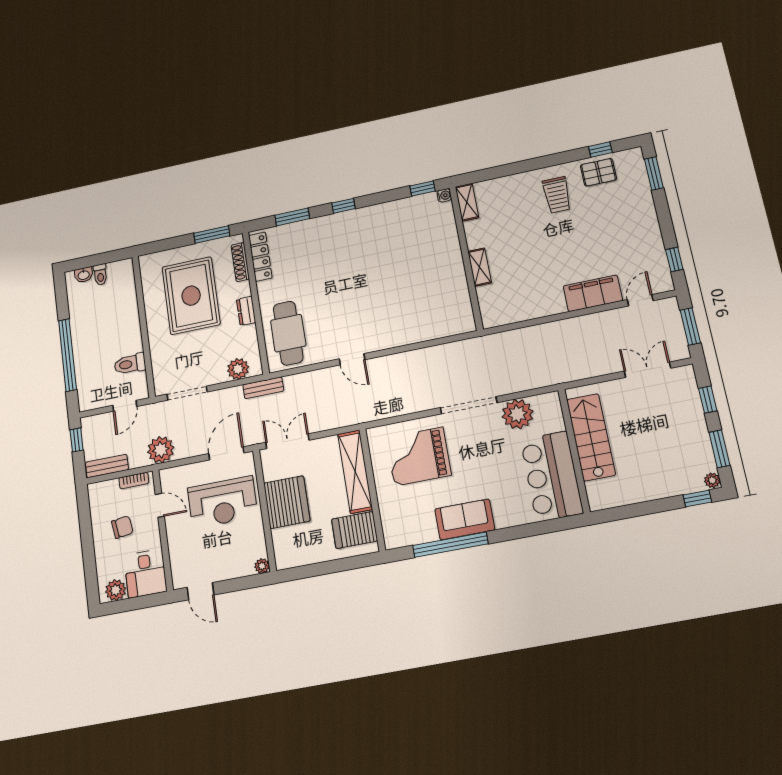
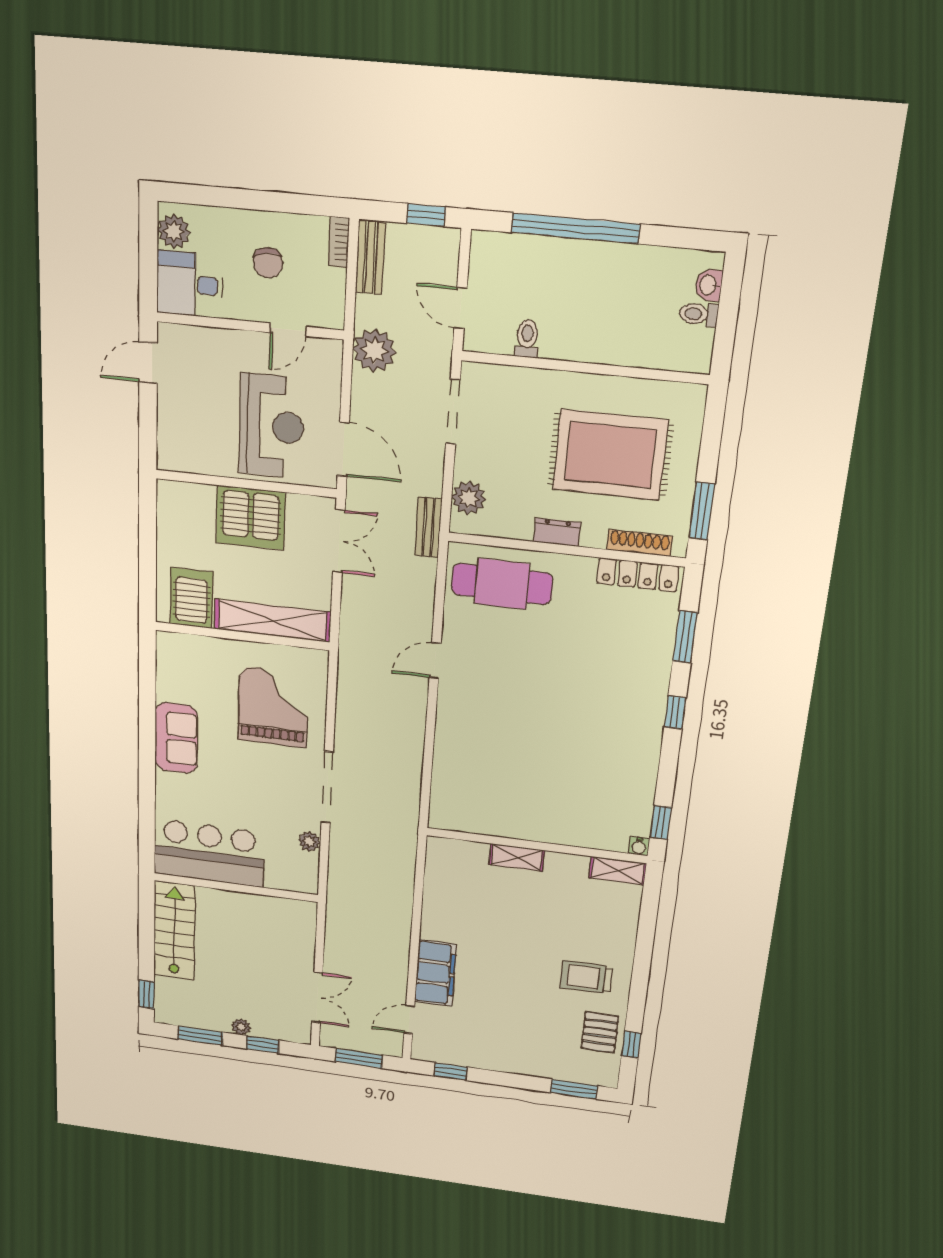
door: (640, 300) -> (409, 1019), swing flipped
toilet: (130, 364) -> (527, 339), width x0.73, depth x0.72
plant: (518, 414) -> (309, 841), width x0.53, depth x0.53
stairs: (591, 437) -> (174, 931), moved, turned -90
plant: (712, 480) -> (241, 1027), moved
bookcase: (134, 481) -> (339, 242), moved
reception desk: (223, 502) -> (271, 426), turned 180
window: (450, 545) -> (147, 711), removed
plant: (262, 566) -> (167, 460), removed

